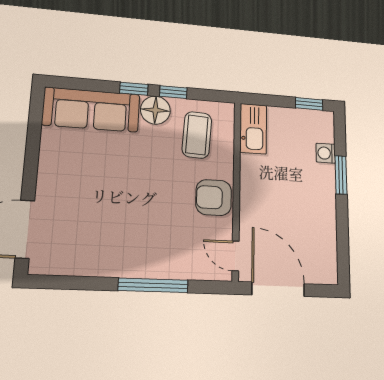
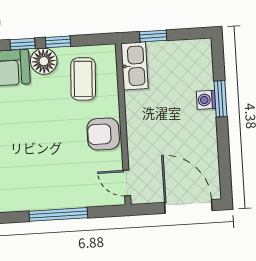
window: (309, 104) -> (153, 36), moved
washing machine: (326, 153) -> (206, 100), moved
door: (278, 289) -> (188, 207), moved

